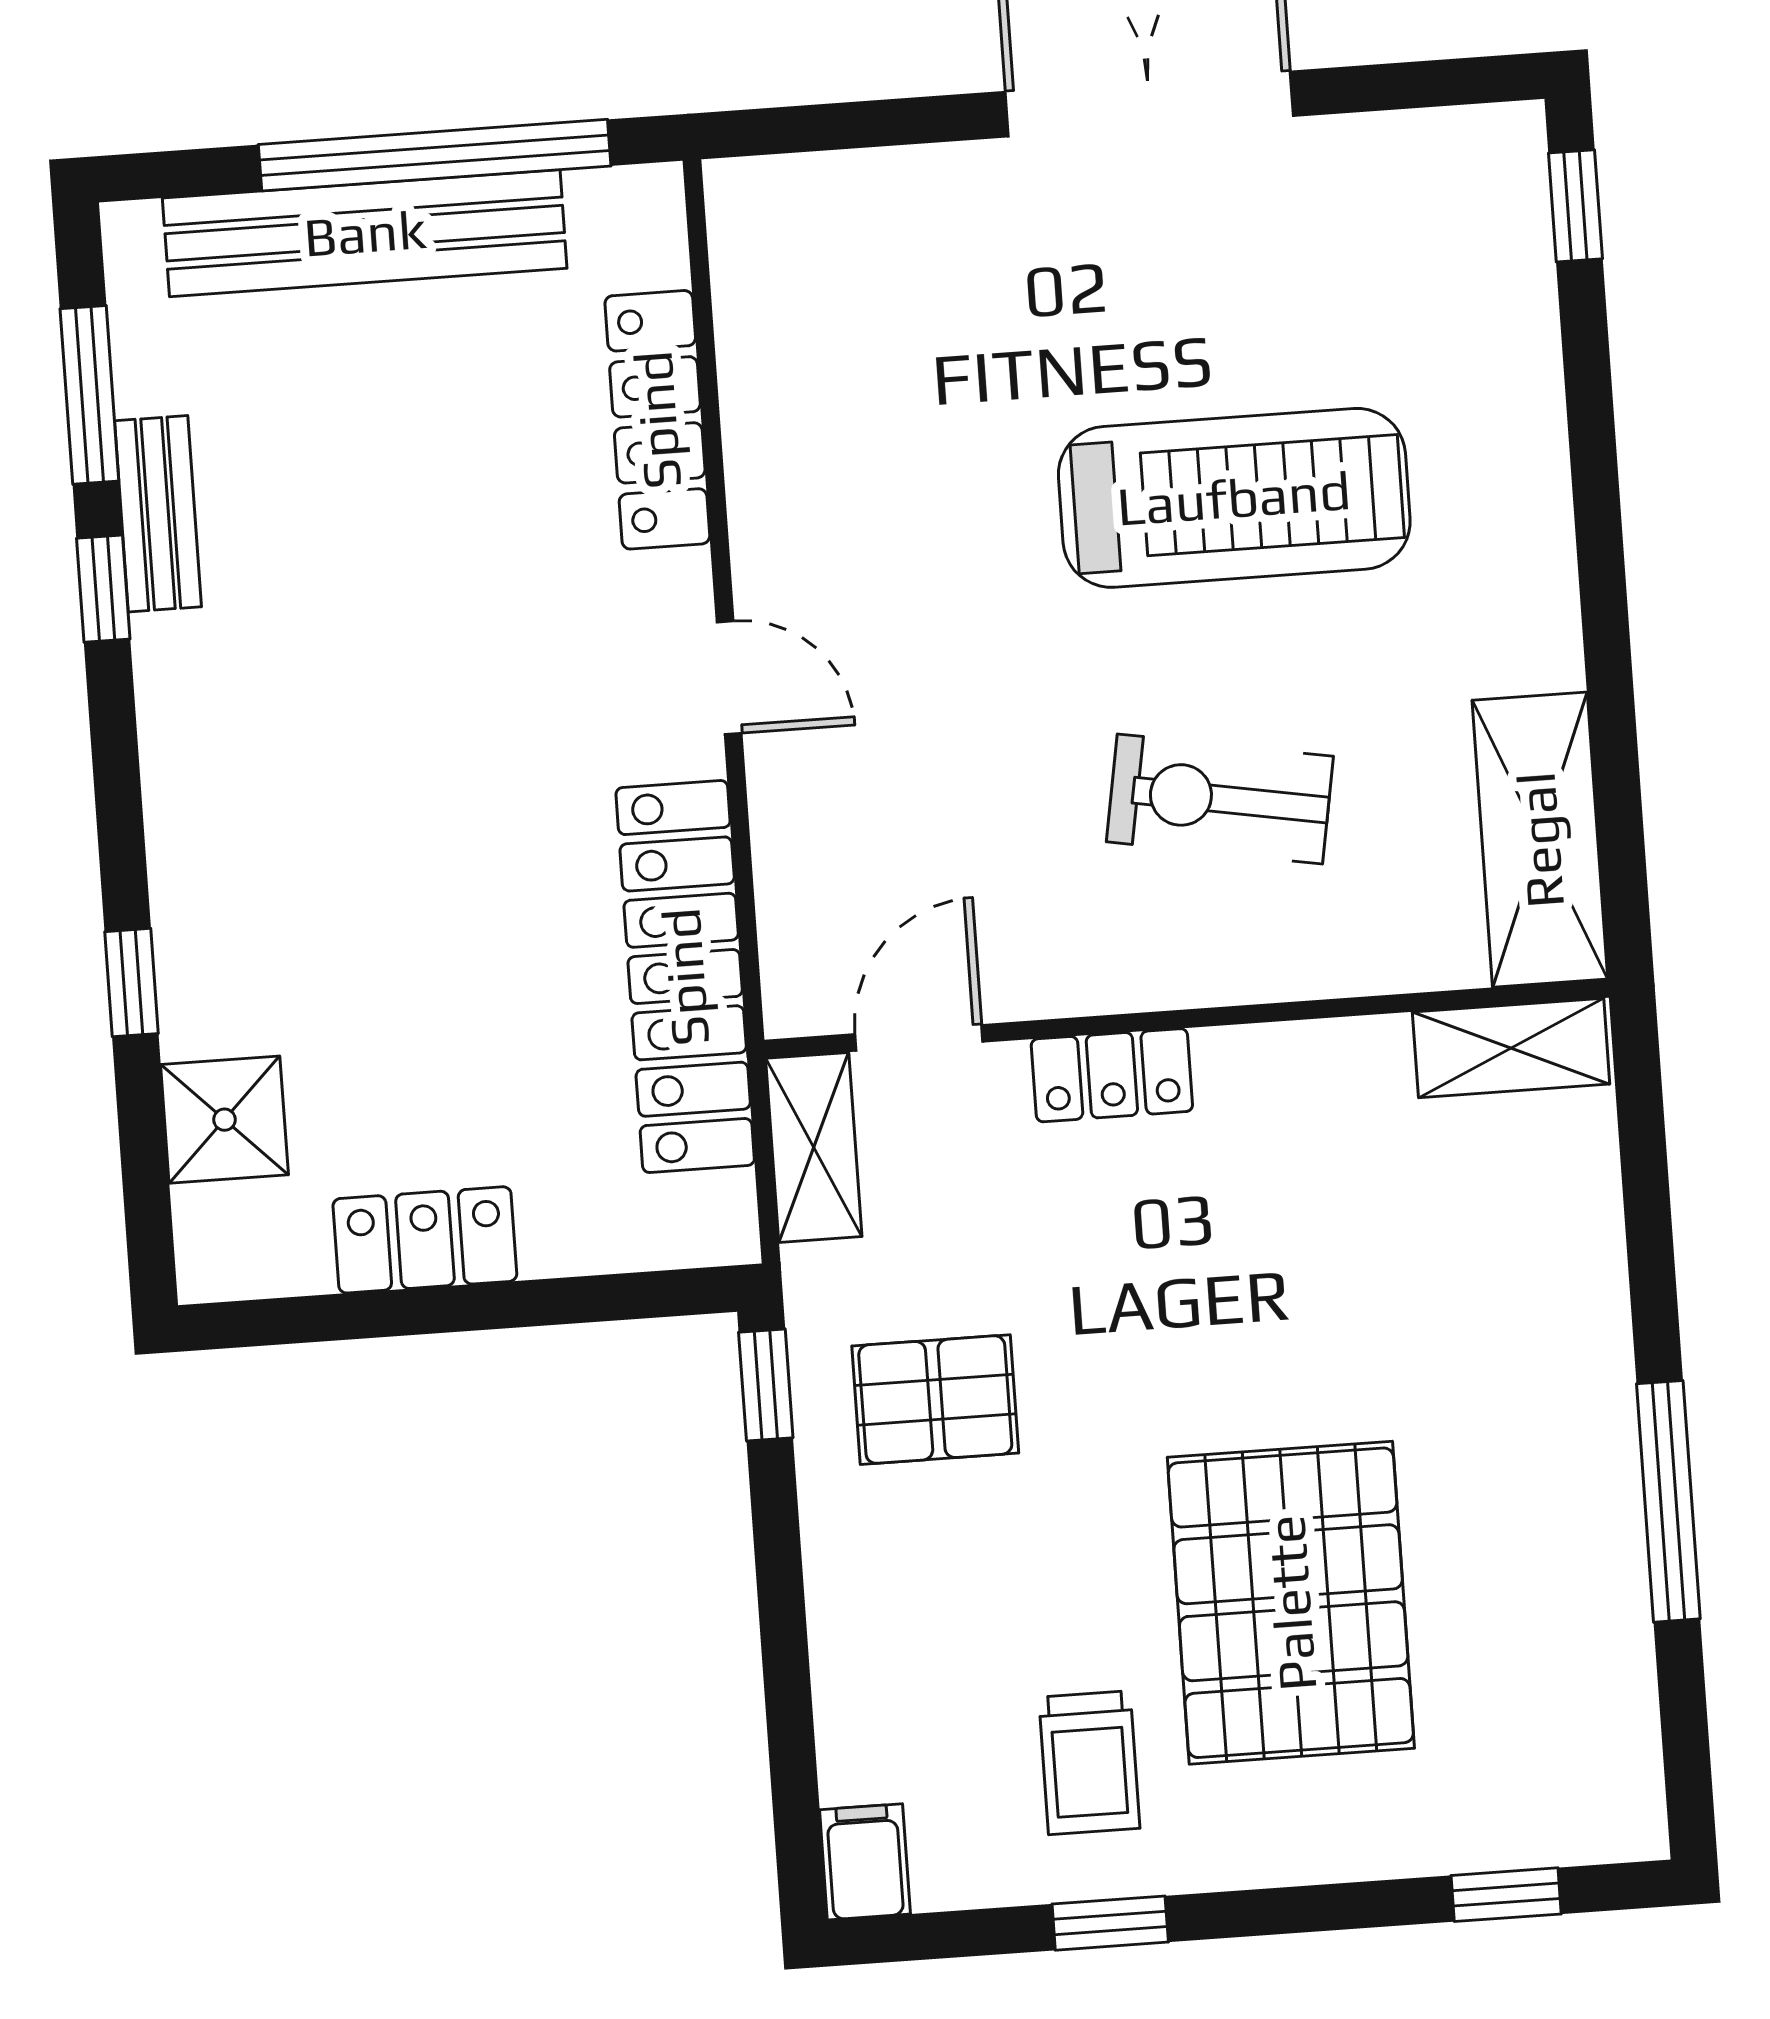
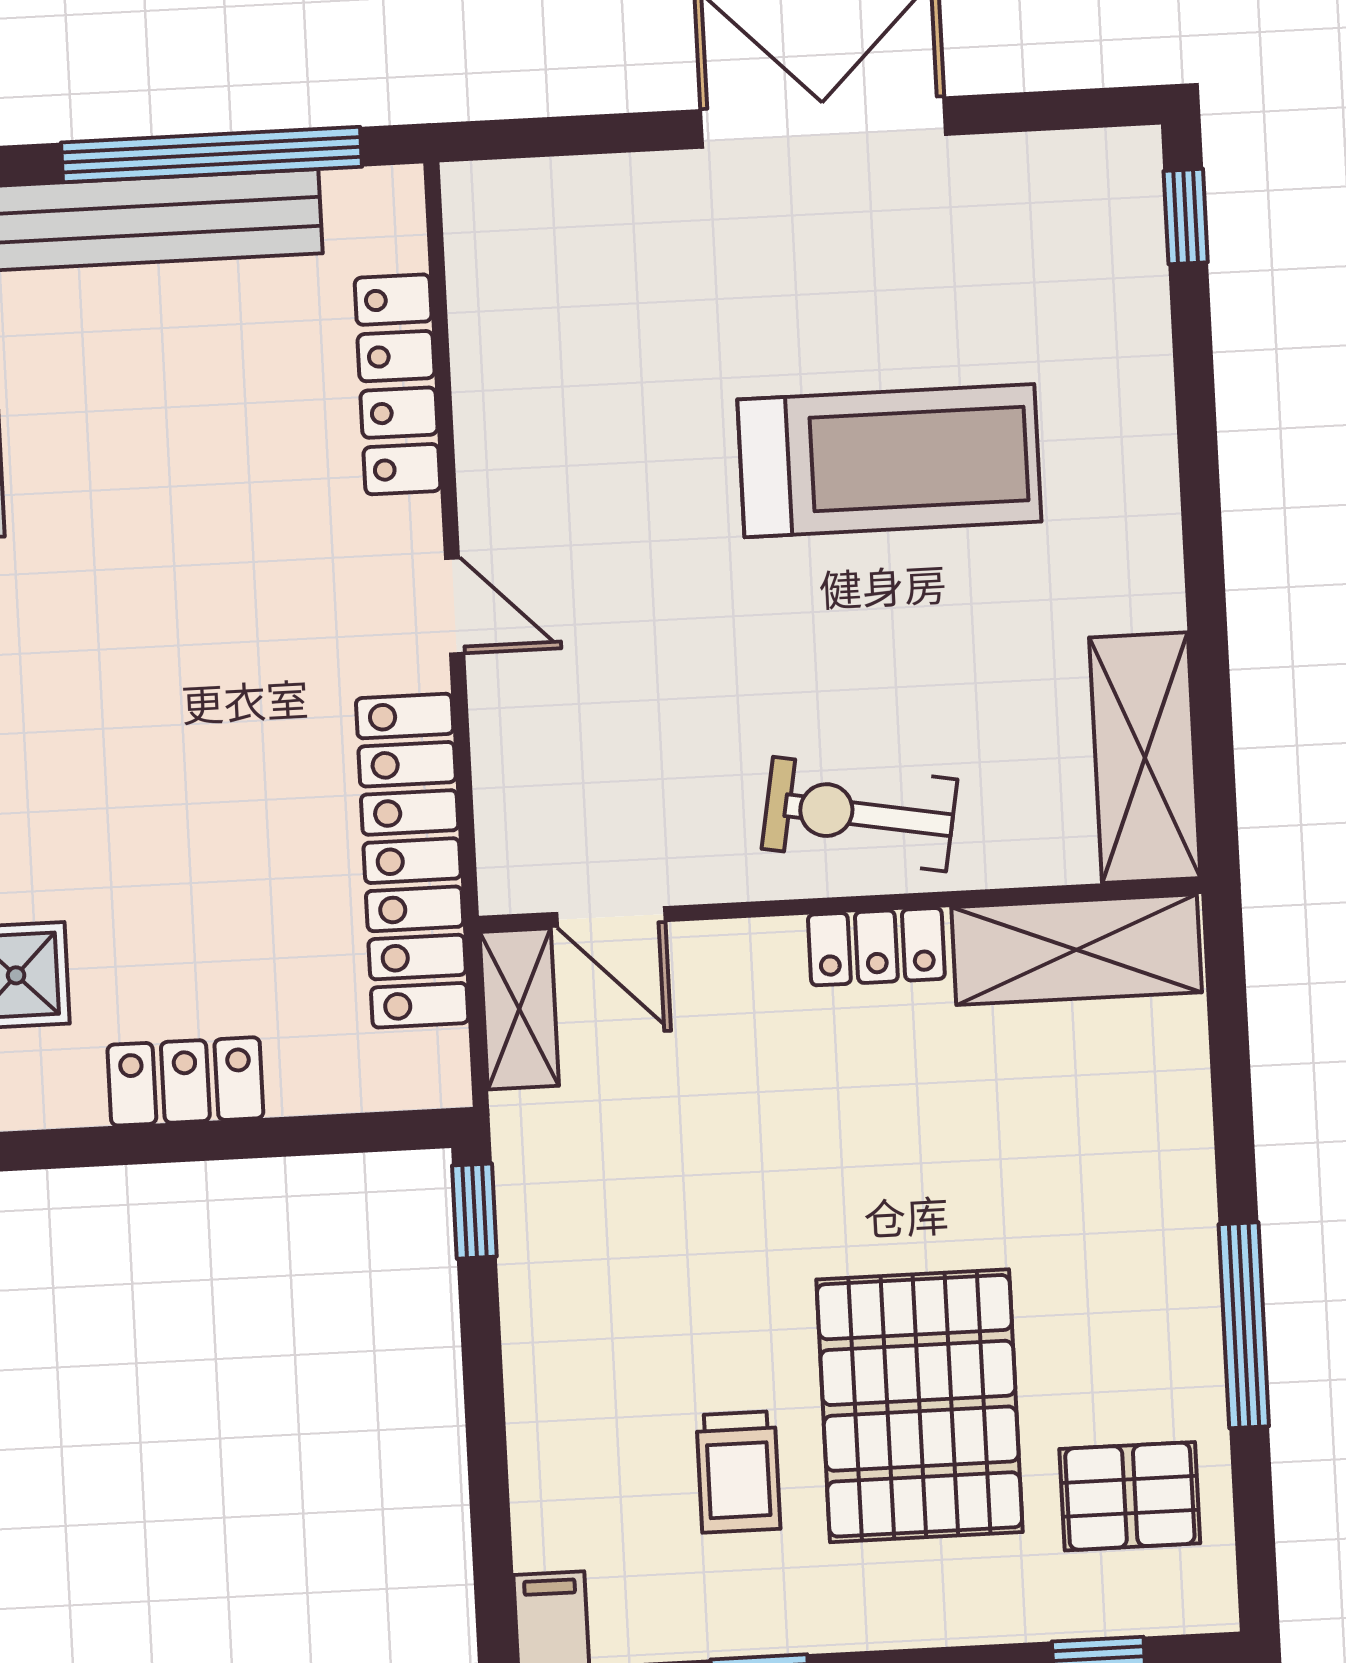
exercise bike: (1220, 799) -> (859, 814), moved
door: (919, 1038) -> (611, 917), swing flipped
shelving: (1511, 1048) -> (1077, 950), width x1.50, depth x1.33
locker: (1112, 1075) -> (876, 947), moved
pallet: (935, 1400) -> (1130, 1496), moved
trolley: (1089, 1763) -> (738, 1472), moved

